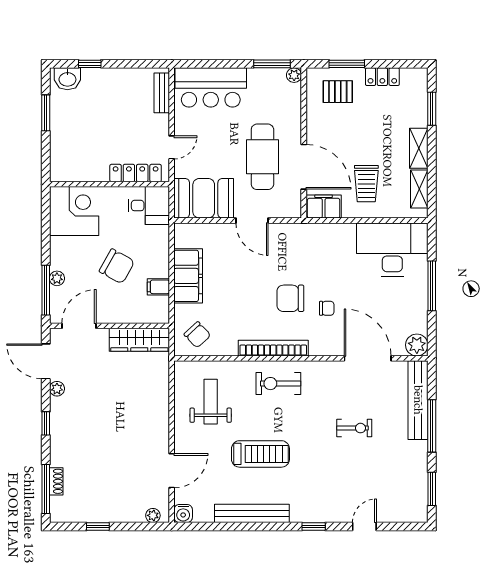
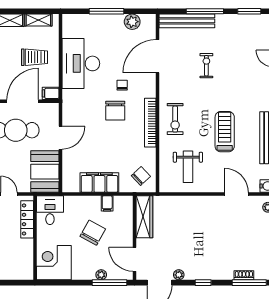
filing cabinet: (324, 207) -> (51, 93), width x0.50
desk: (392, 249) -> (81, 63), moved
plant: (417, 345) -> (132, 22), moved
weight bench: (211, 402) -> (188, 167), turned -90

